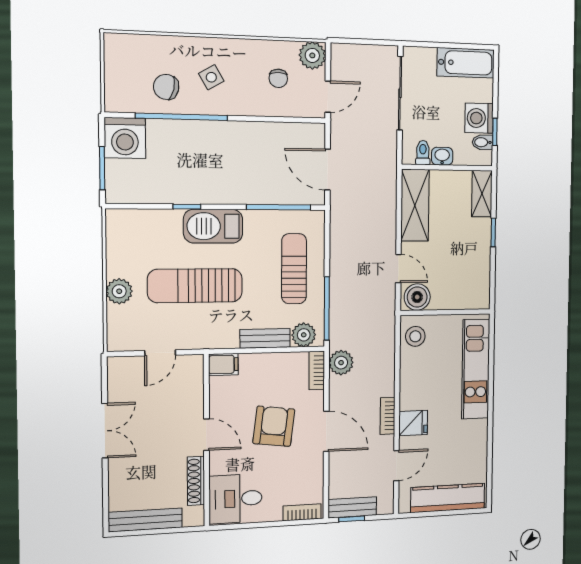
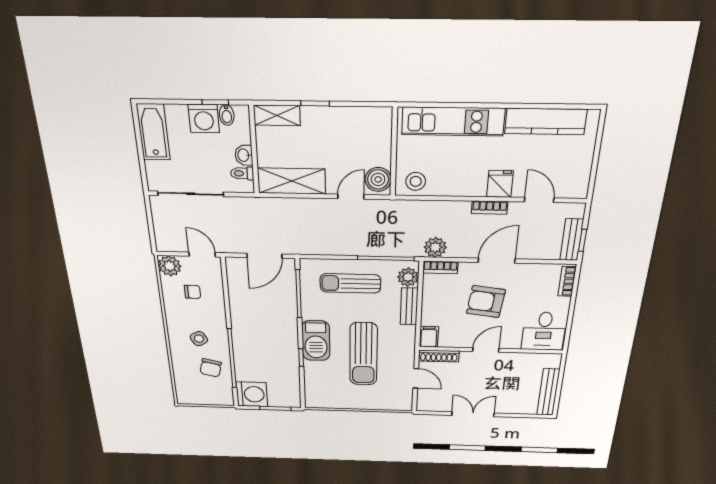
plant: (119, 291) -> (367, 402), removed
shoe rack: (196, 481) -> (439, 356), moved
kitchen counter: (448, 498) -> (546, 121), moved, turned -90

